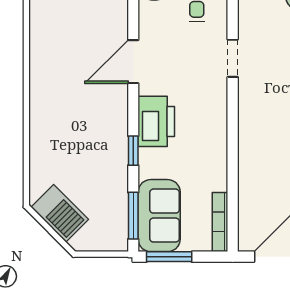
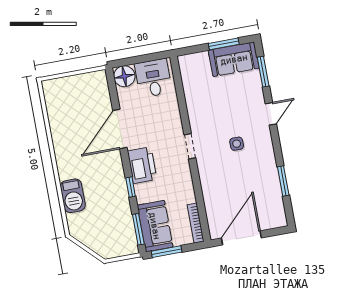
doorway: (233, 58) -> (190, 146), moved
door: (133, 62) -> (120, 129), width x1.36
barbecue: (60, 213) -> (73, 196), moved, turned 45

